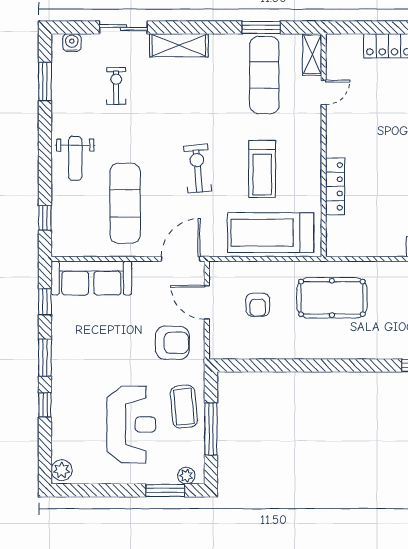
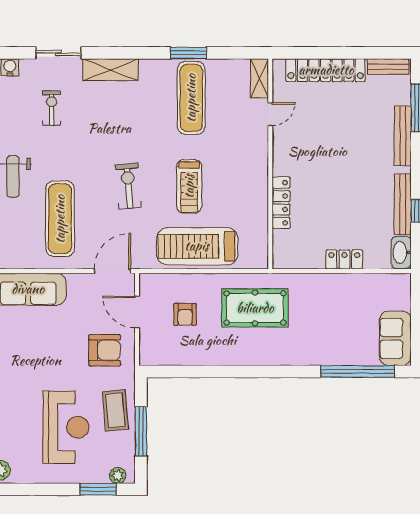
shelving: (312, 54) -> (259, 78), moved
door: (324, 92) -> (270, 114), moved
wall: (324, 145) -> (270, 164), moved
locker: (335, 186) -> (281, 203), moved

